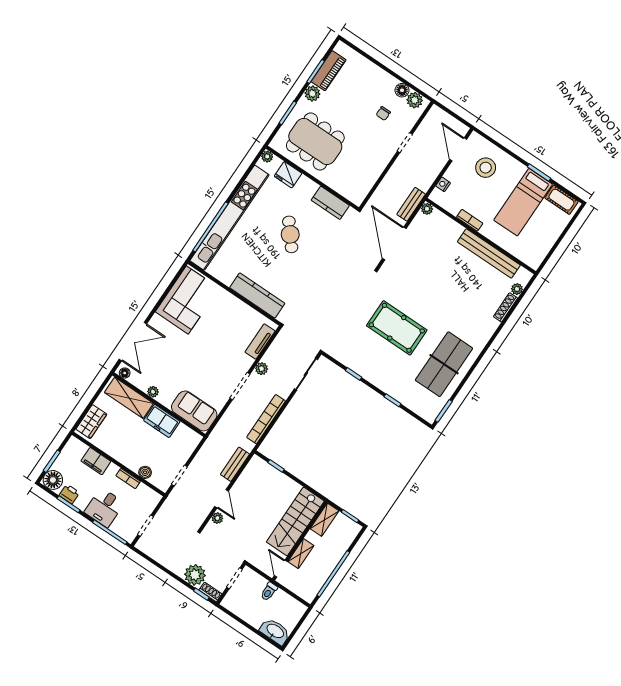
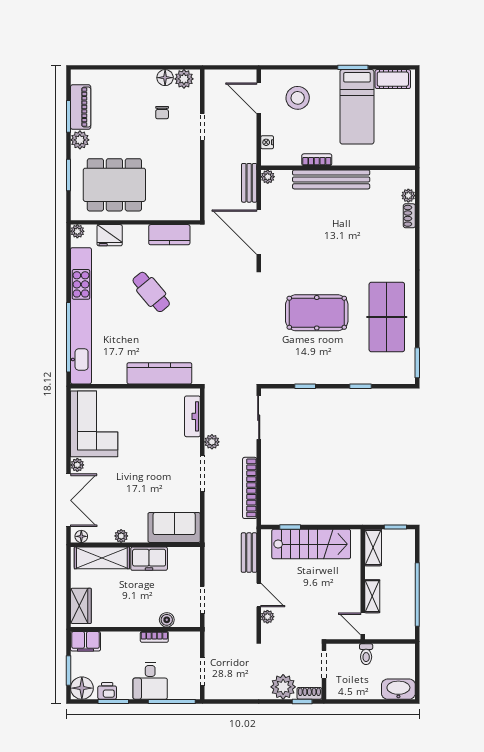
bench: (489, 253) -> (331, 179), moved
shoe rack: (506, 307) -> (409, 216), width x0.70
plant: (156, 321) -> (77, 465), added
filing cabinet: (96, 461) -> (85, 641), moved
stairs: (295, 521) -> (311, 544), moved, turned -90

